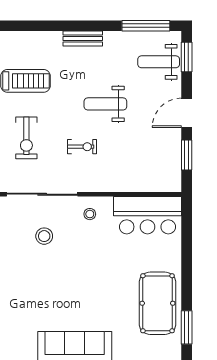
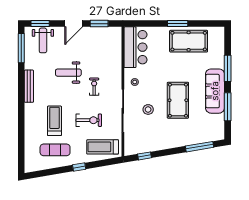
bench: (83, 38) -> (29, 86), width x1.36
weight bench: (105, 104) -> (68, 73), turned 90
door: (187, 113) -> (74, 24), hinge flipped
pool table: (60, 286) -> (178, 100), added
window: (187, 327) -> (178, 24), moved

